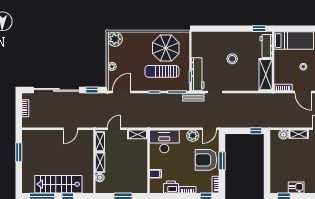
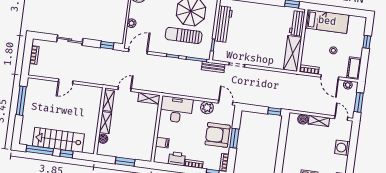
stool: (232, 59) -> (259, 32), removed
workbench: (198, 74) -> (223, 24), moved
sliding door: (56, 90) -> (70, 40), width x0.54
door: (71, 129) -> (66, 81), moved
door: (209, 129) -> (226, 103), swing flipped
window: (19, 152) -> (21, 101), width x1.44

